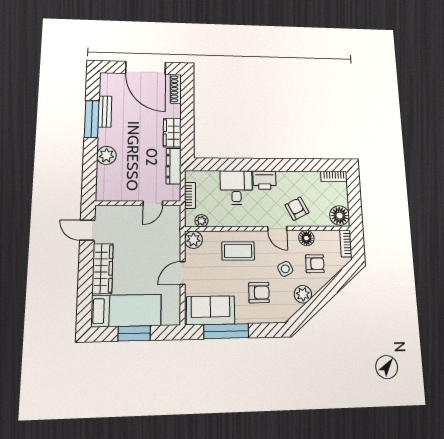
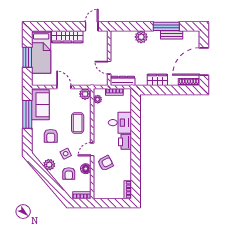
dresser: (174, 166) -> (123, 81), moved
floor lamp: (340, 216) -> (101, 192), removed

